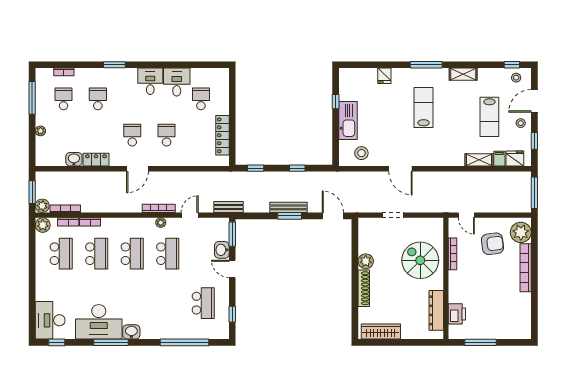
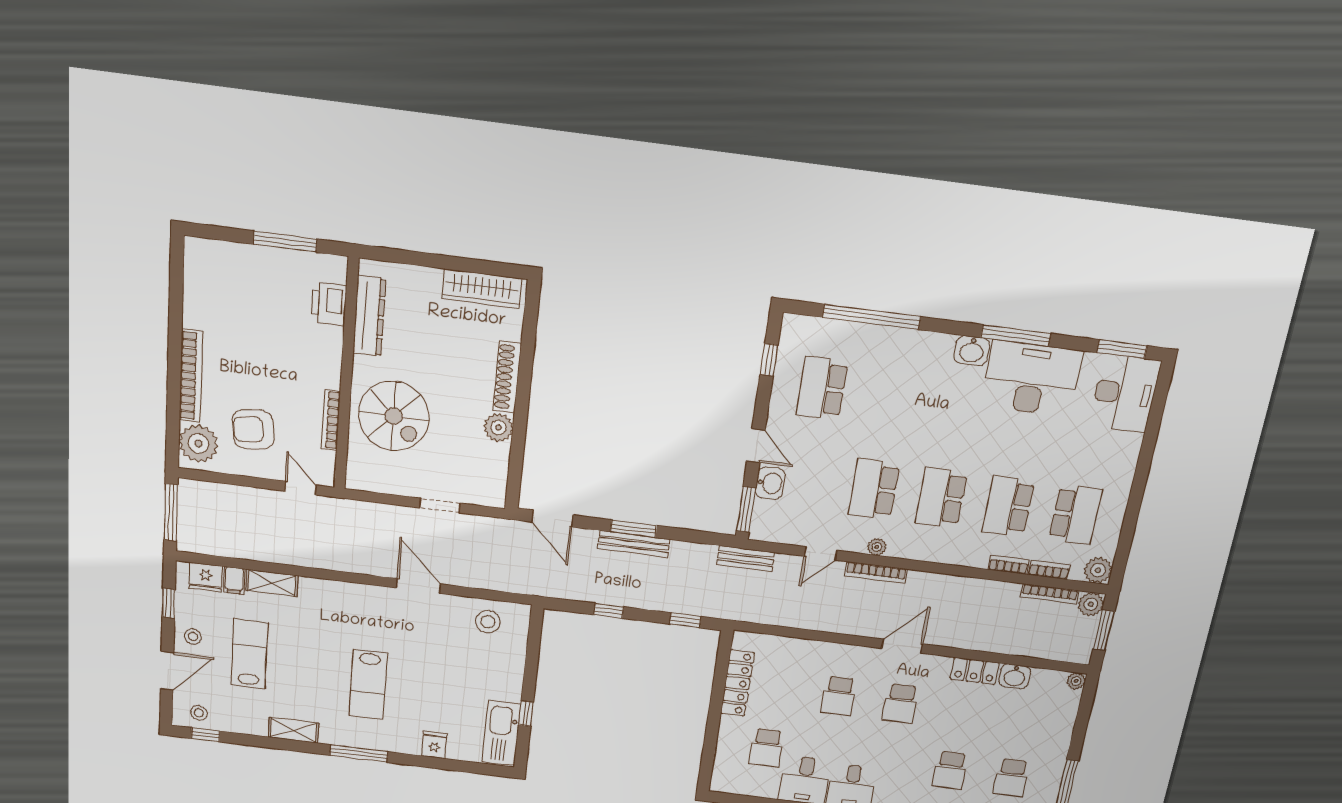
kitchen sink: (348, 121) -> (501, 733), moved
plant: (40, 131) -> (1076, 681), moved
school desk: (61, 254) -> (1075, 515), turned 180
window: (57, 342) -> (1122, 349), width x1.50

